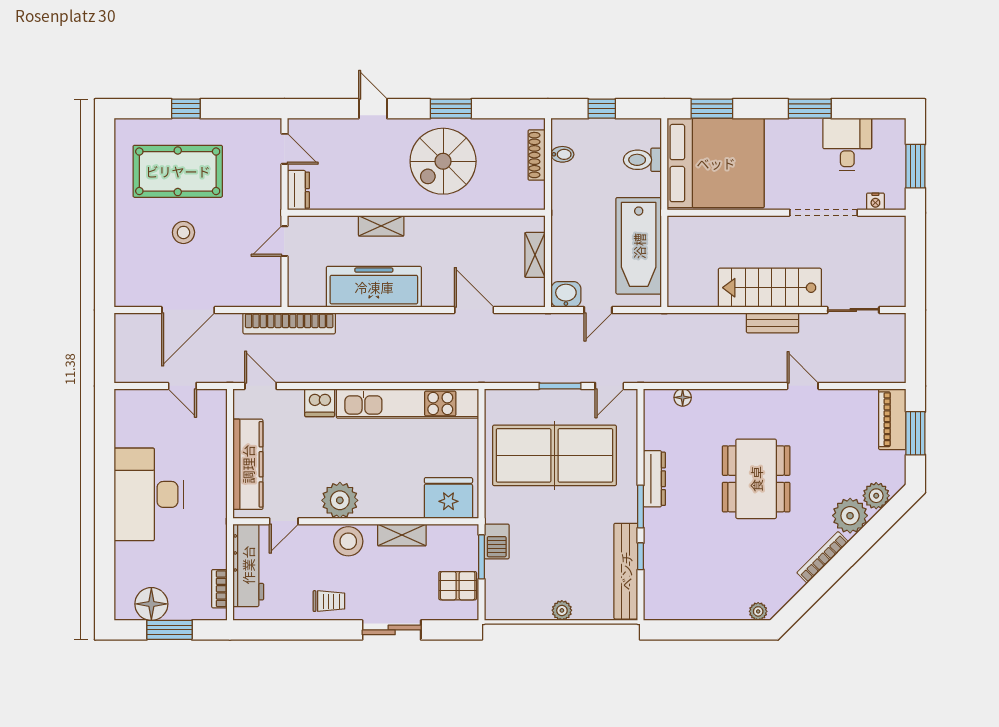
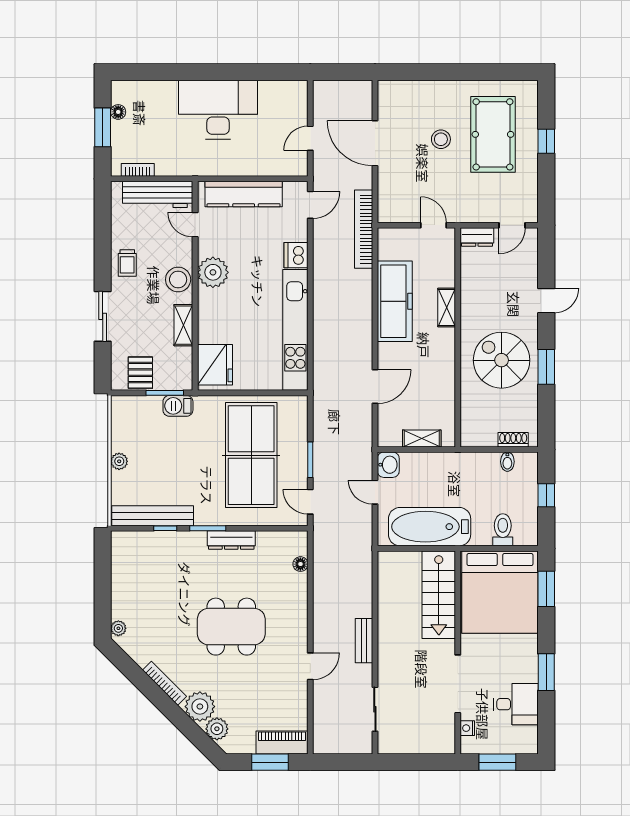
shoe rack: (537, 155) -> (513, 440), width x0.70
stairs: (770, 288) -> (439, 595), moved, turned 180
floor lamp: (151, 604) -> (118, 112), width x0.53, depth x0.53

